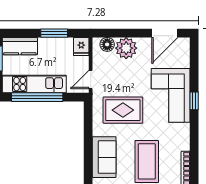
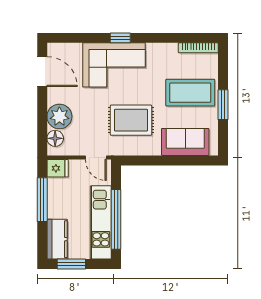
window: (54, 33) -> (42, 200), width x1.44
rug: (123, 110) -> (131, 120), turned 90

